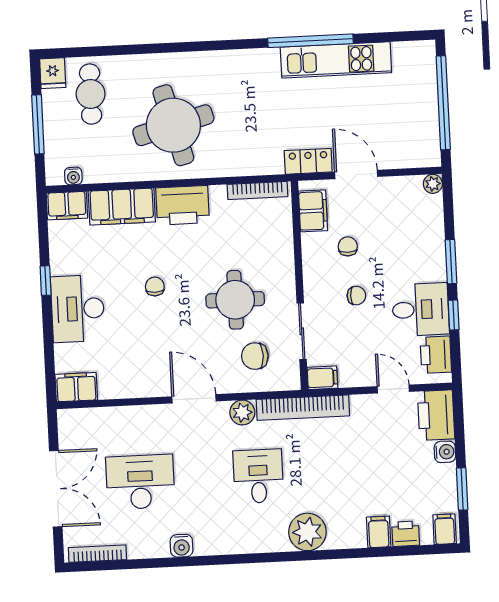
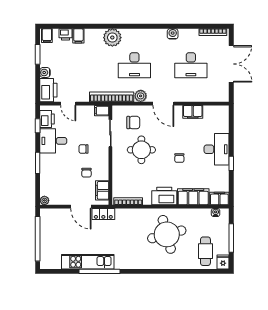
window: (454, 315) -> (38, 126), moved
filing cabinet: (76, 387) -> (193, 112), moved
desk: (258, 476) -> (134, 65), width x1.37
double door: (56, 489) -> (231, 64), swing flipped

